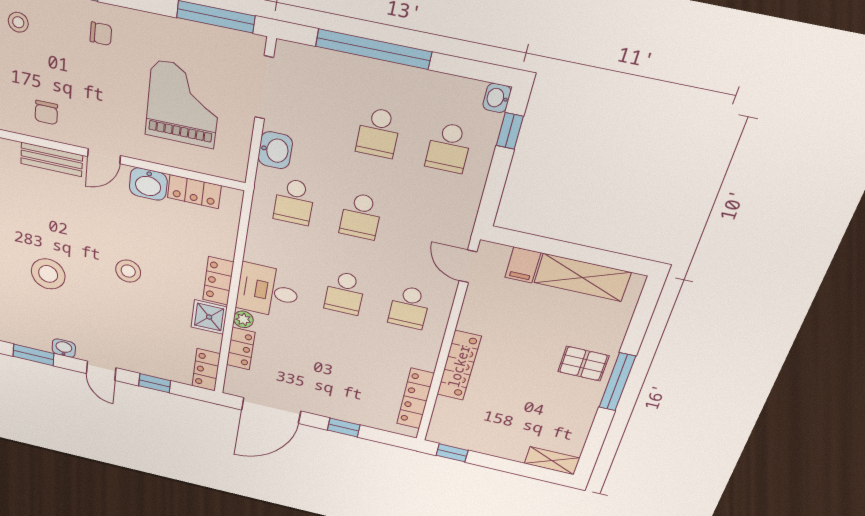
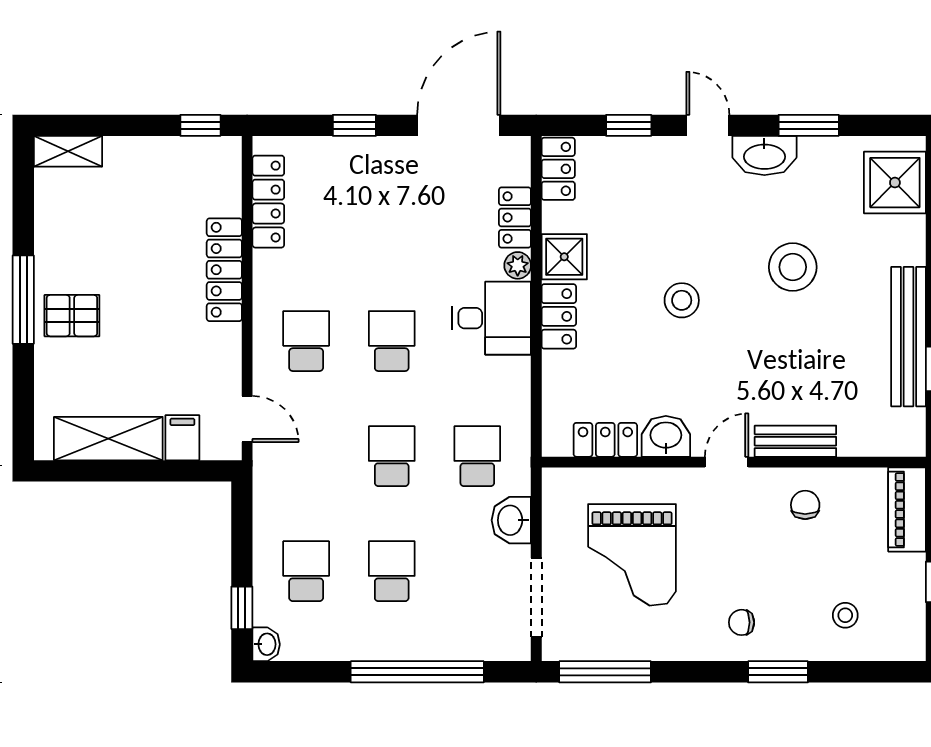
washbasin: (64, 348) -> (764, 156), width x1.91, depth x1.45

